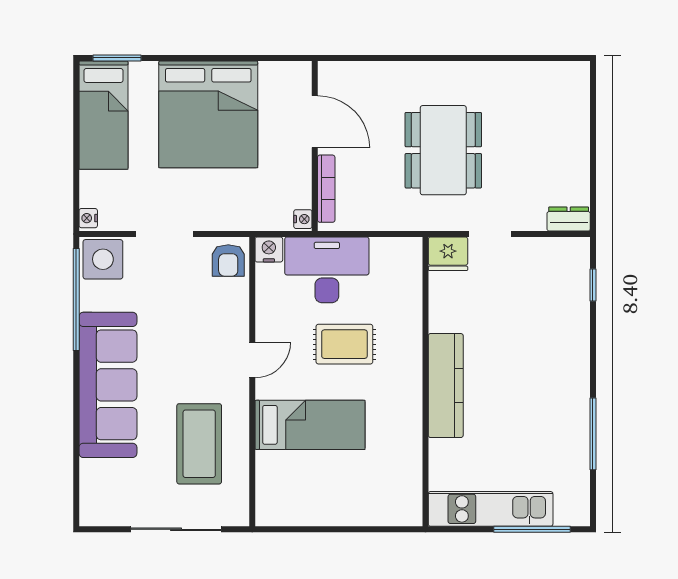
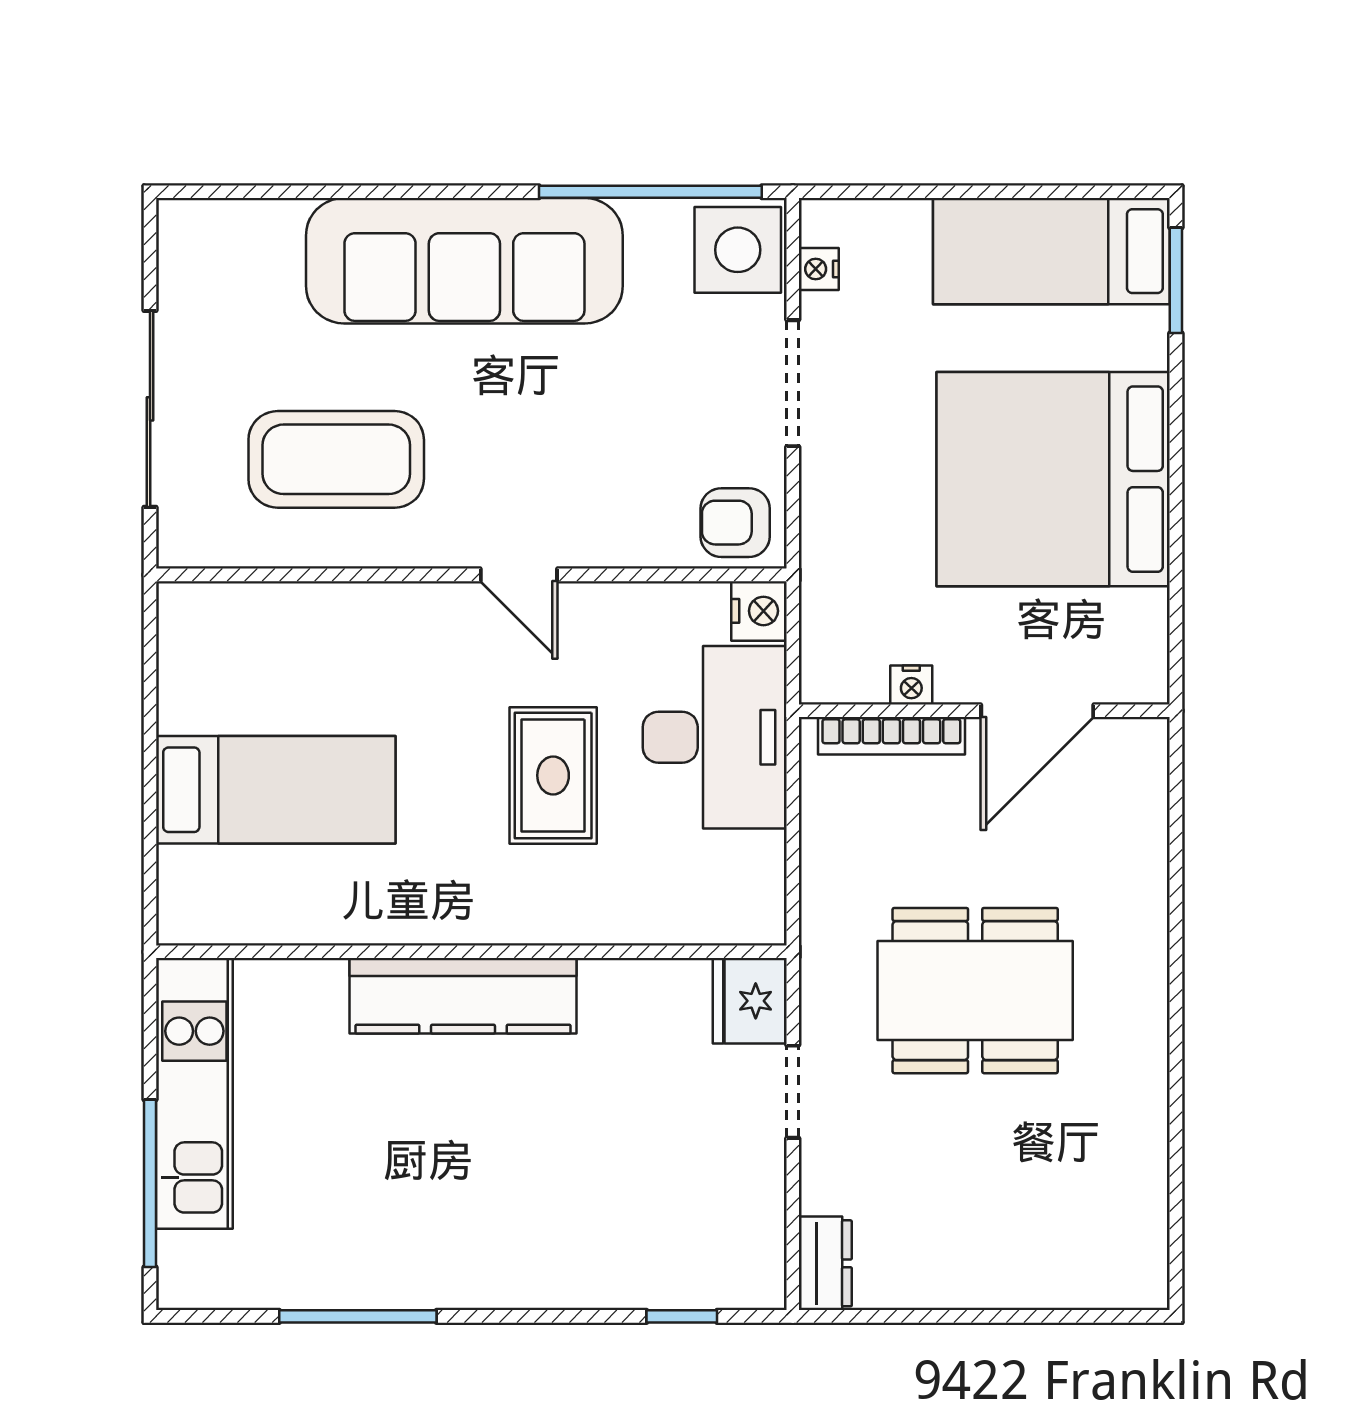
nightstand: (88, 218) -> (819, 269), moved, turned -90
nightstand: (303, 219) -> (911, 685), moved
bed: (310, 425) -> (276, 790), moved, turned -90

